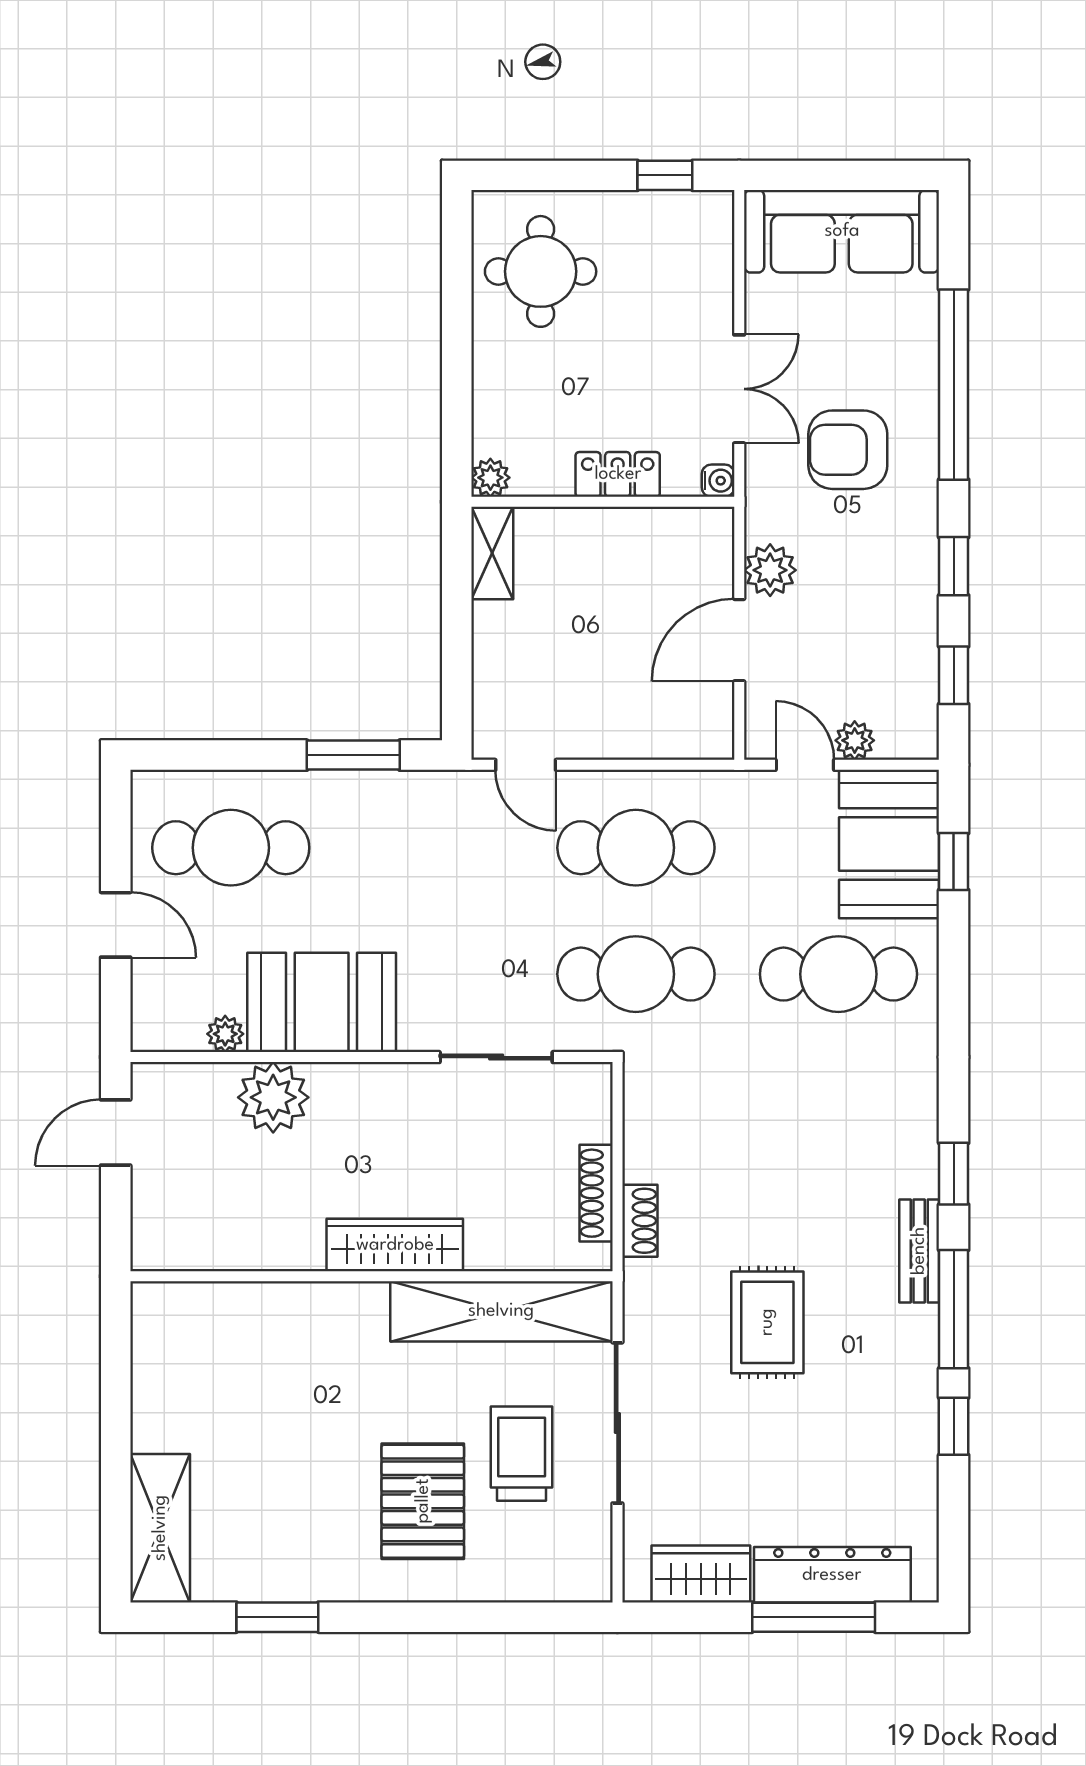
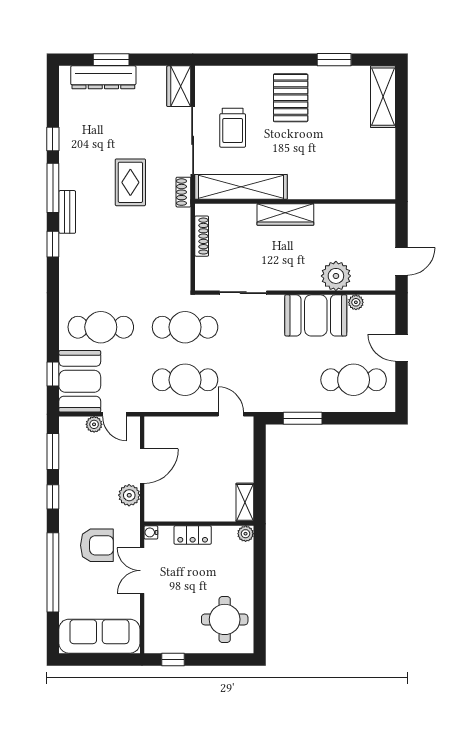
window: (954, 675) -> (53, 452), width x1.50
shoe rack: (640, 1221) -> (183, 192), moved
pallet: (423, 1501) -> (291, 98), moved
wardrobe: (701, 1574) -> (179, 86), moved, turned 90
window: (814, 1617) -> (111, 60), width x0.69

